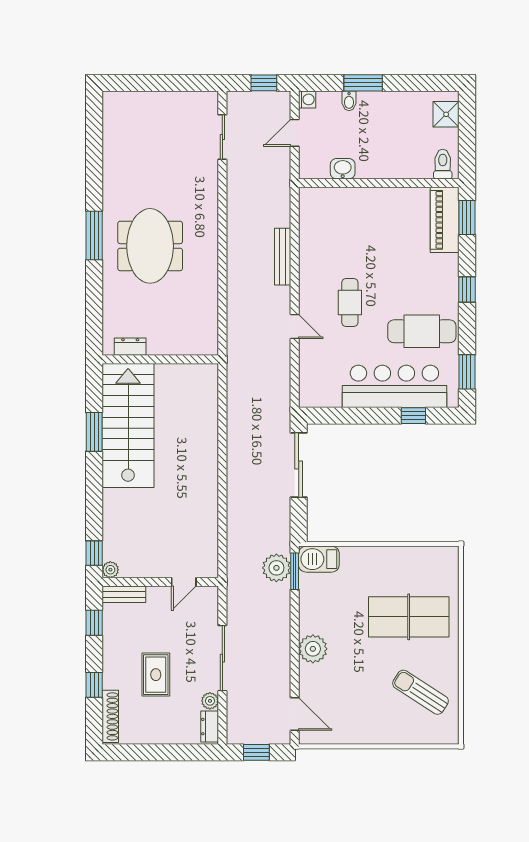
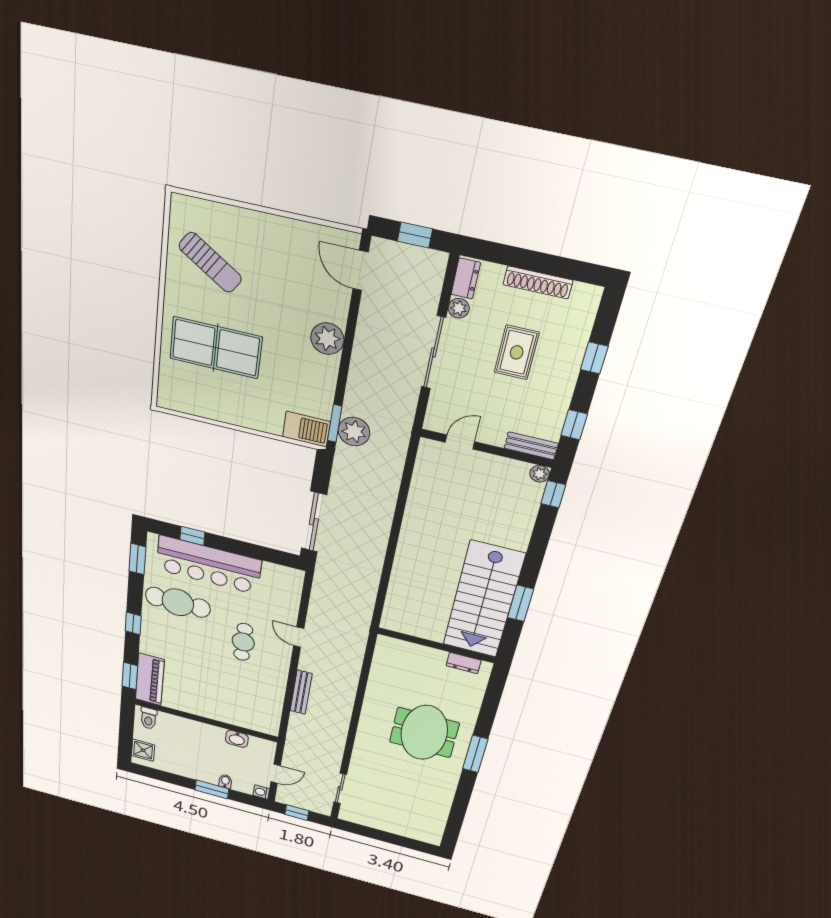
shoe rack: (110, 716) -> (538, 282), moved, turned -90

